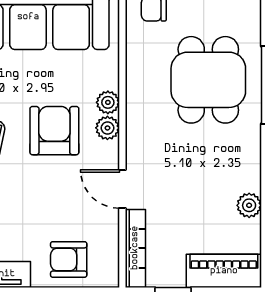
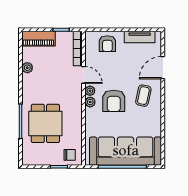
plant: (108, 102) -> (90, 91), moved
armchair: (69, 259) -> (107, 44), turned 90

